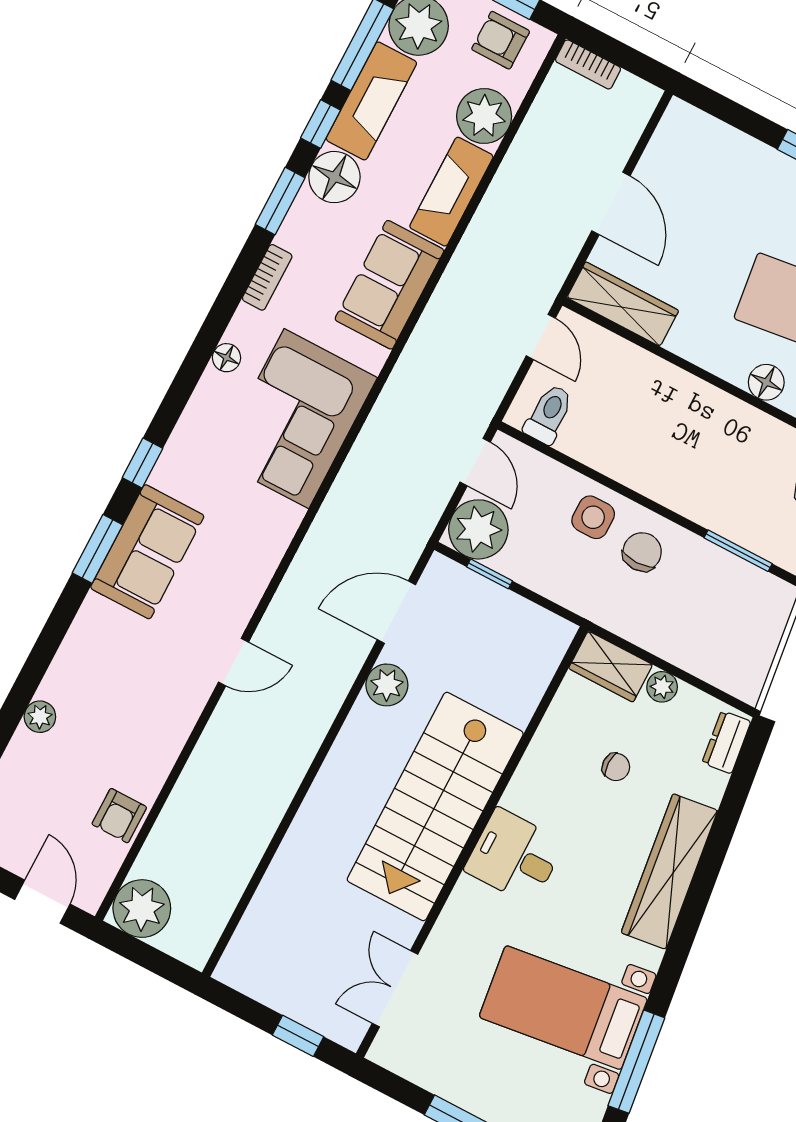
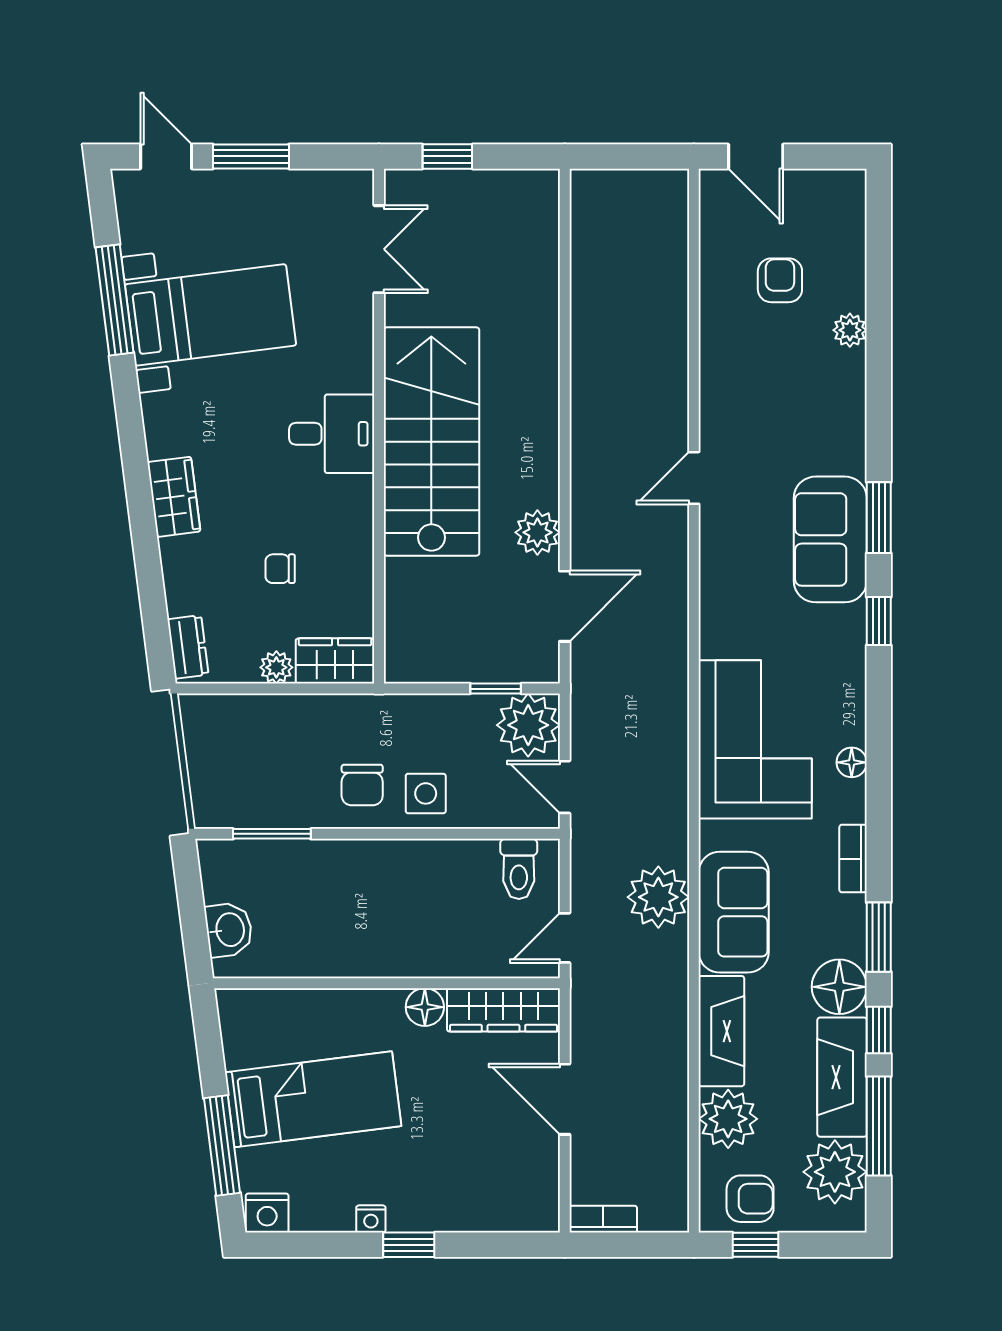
bookcase: (588, 64) -> (603, 1219), moved
door: (541, 337) -> (565, 938), hinge flipped
floor lamp: (766, 382) -> (425, 1007), moved
armchair: (119, 816) -> (780, 280), moved
wardrobe: (669, 872) -> (174, 497), width x0.48, depth x0.85
plant: (142, 909) -> (658, 897), moved

